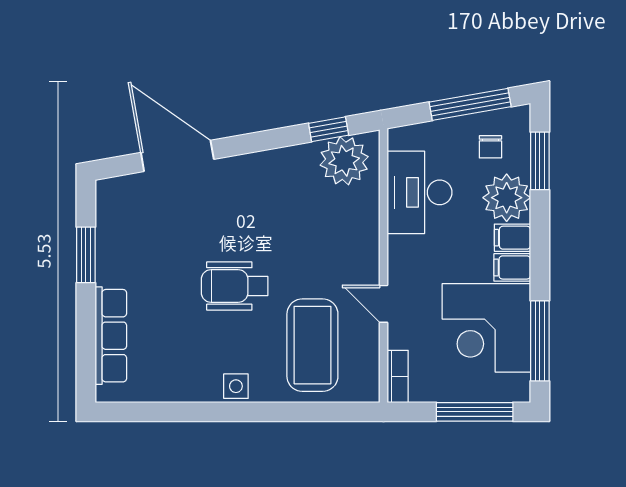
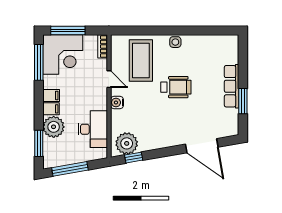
chair: (490, 147) -> (61, 150), removed
water cooler: (366, 252) -> (117, 103), added
corner desk: (486, 328) -> (63, 55), moved, turned 90
row of seats: (111, 336) -> (232, 86), moved

